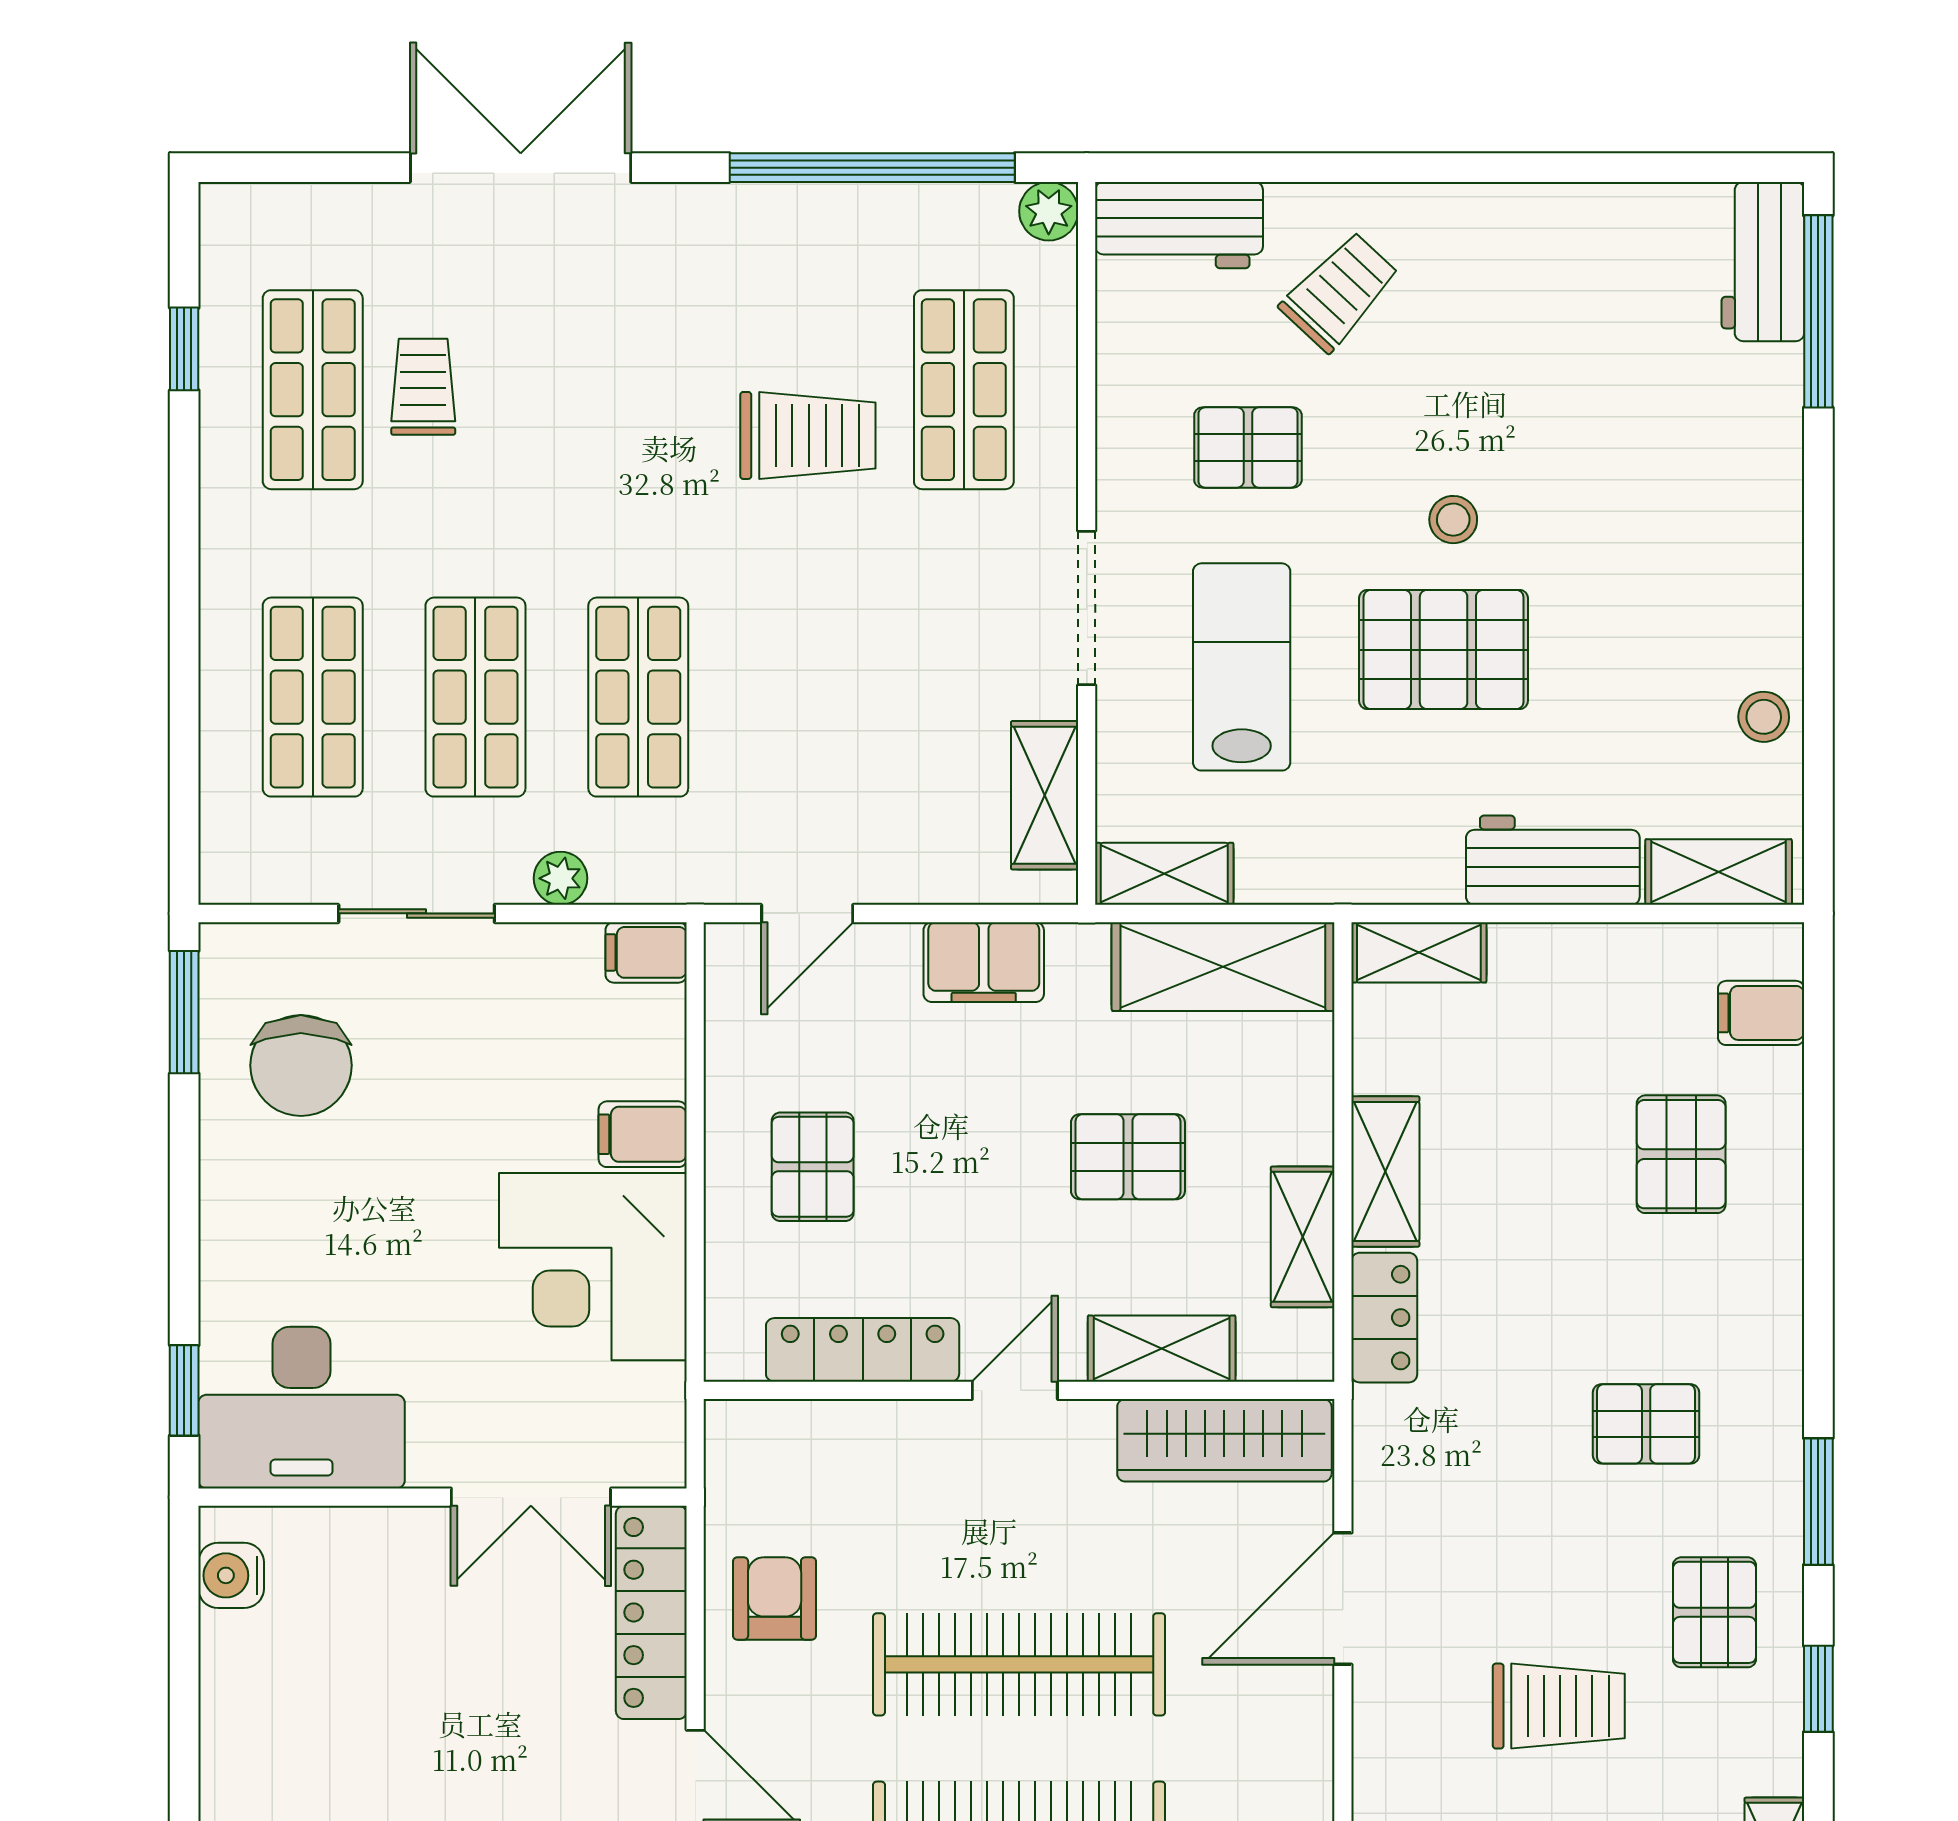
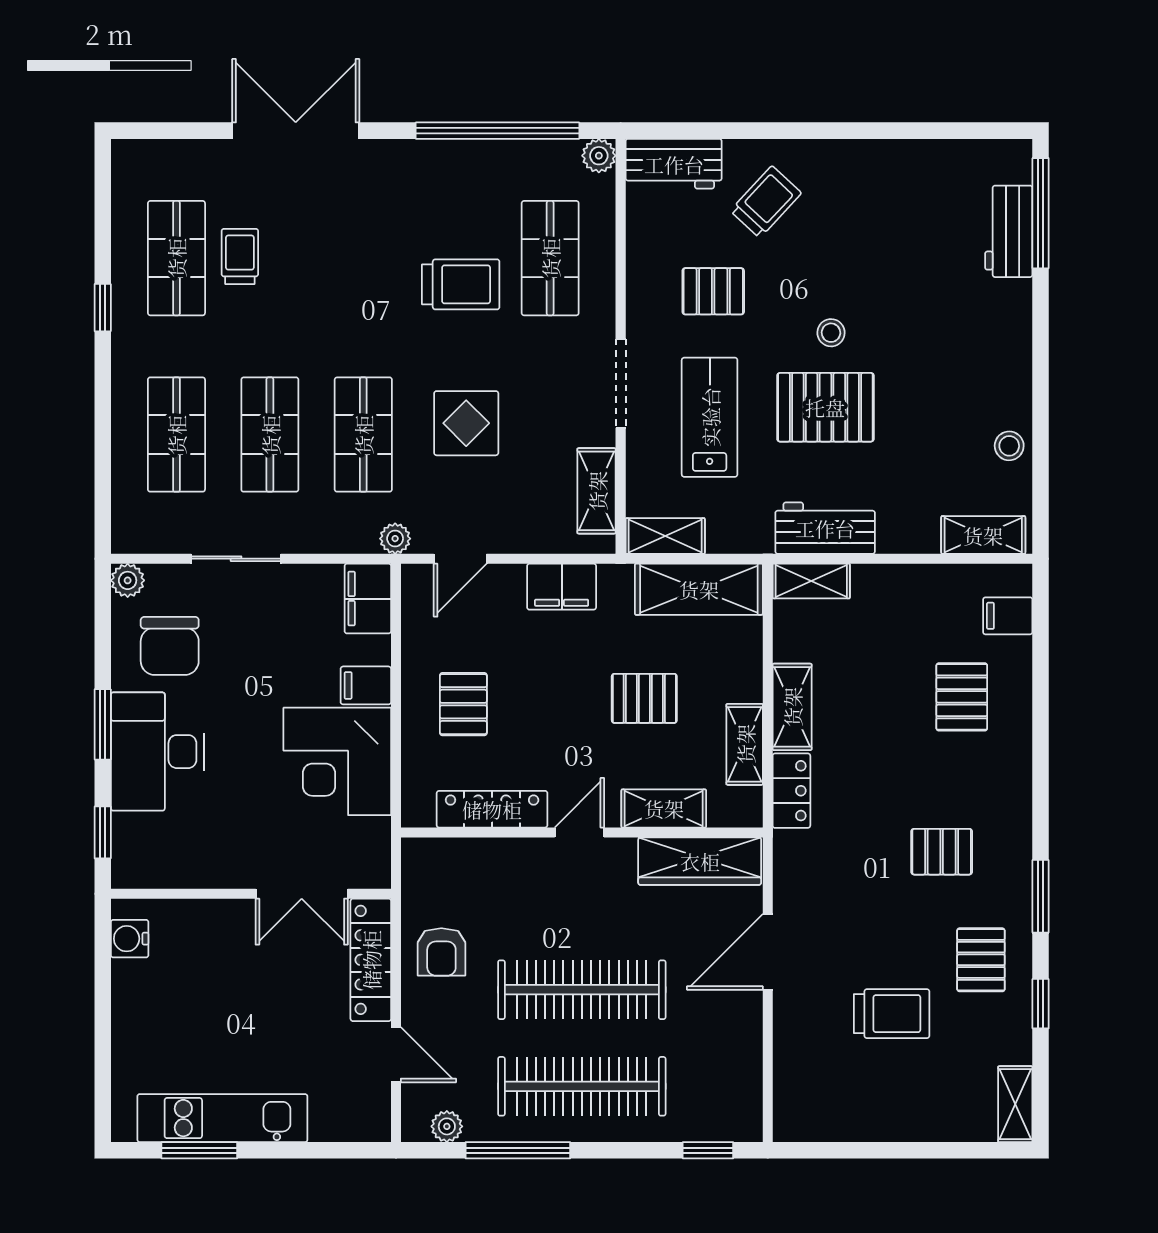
workbench: (1763, 262) -> (1009, 231), moved
window: (184, 349) -> (103, 308), moved
display table: (818, 677) -> (466, 423), added
workbench: (1553, 860) -> (825, 528), moved
plant: (560, 878) -> (395, 539), moved
plant: (228, 951) -> (128, 580), added
filing cabinet: (646, 952) -> (368, 599), width x2.00
window: (184, 1012) -> (103, 724), moved
desk: (301, 1408) -> (157, 752), moved, turned 90
armchair: (775, 1599) -> (441, 952), turned 180

